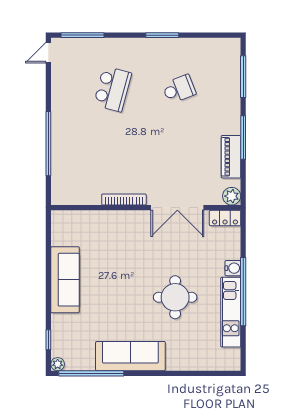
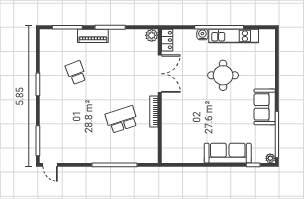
school desk: (113, 89) -> (122, 119), moved, turned -33
piano: (231, 157) -> (93, 36), moved
sofa: (65, 280) -> (228, 153), moved
sofa: (130, 356) -> (265, 107), width x0.73

